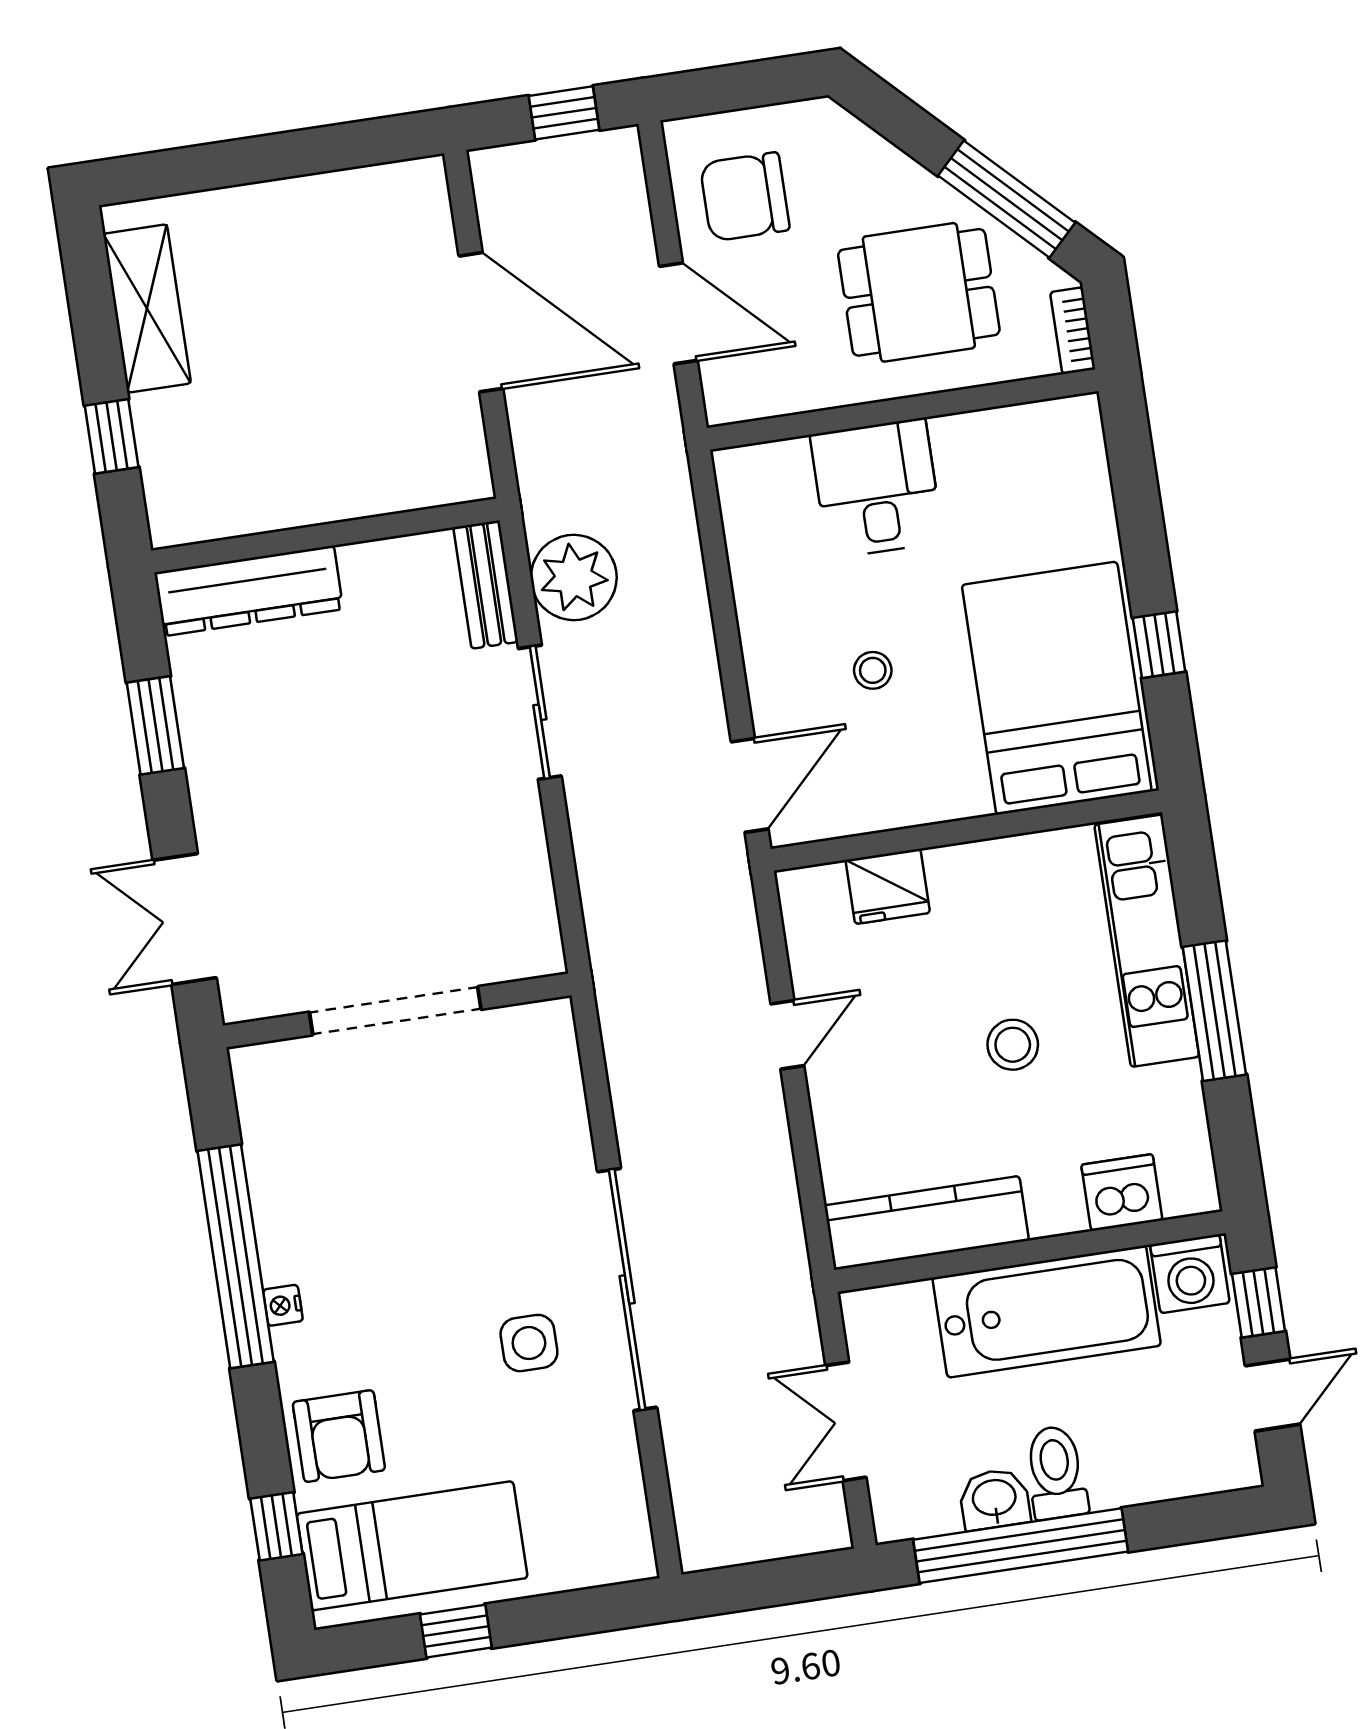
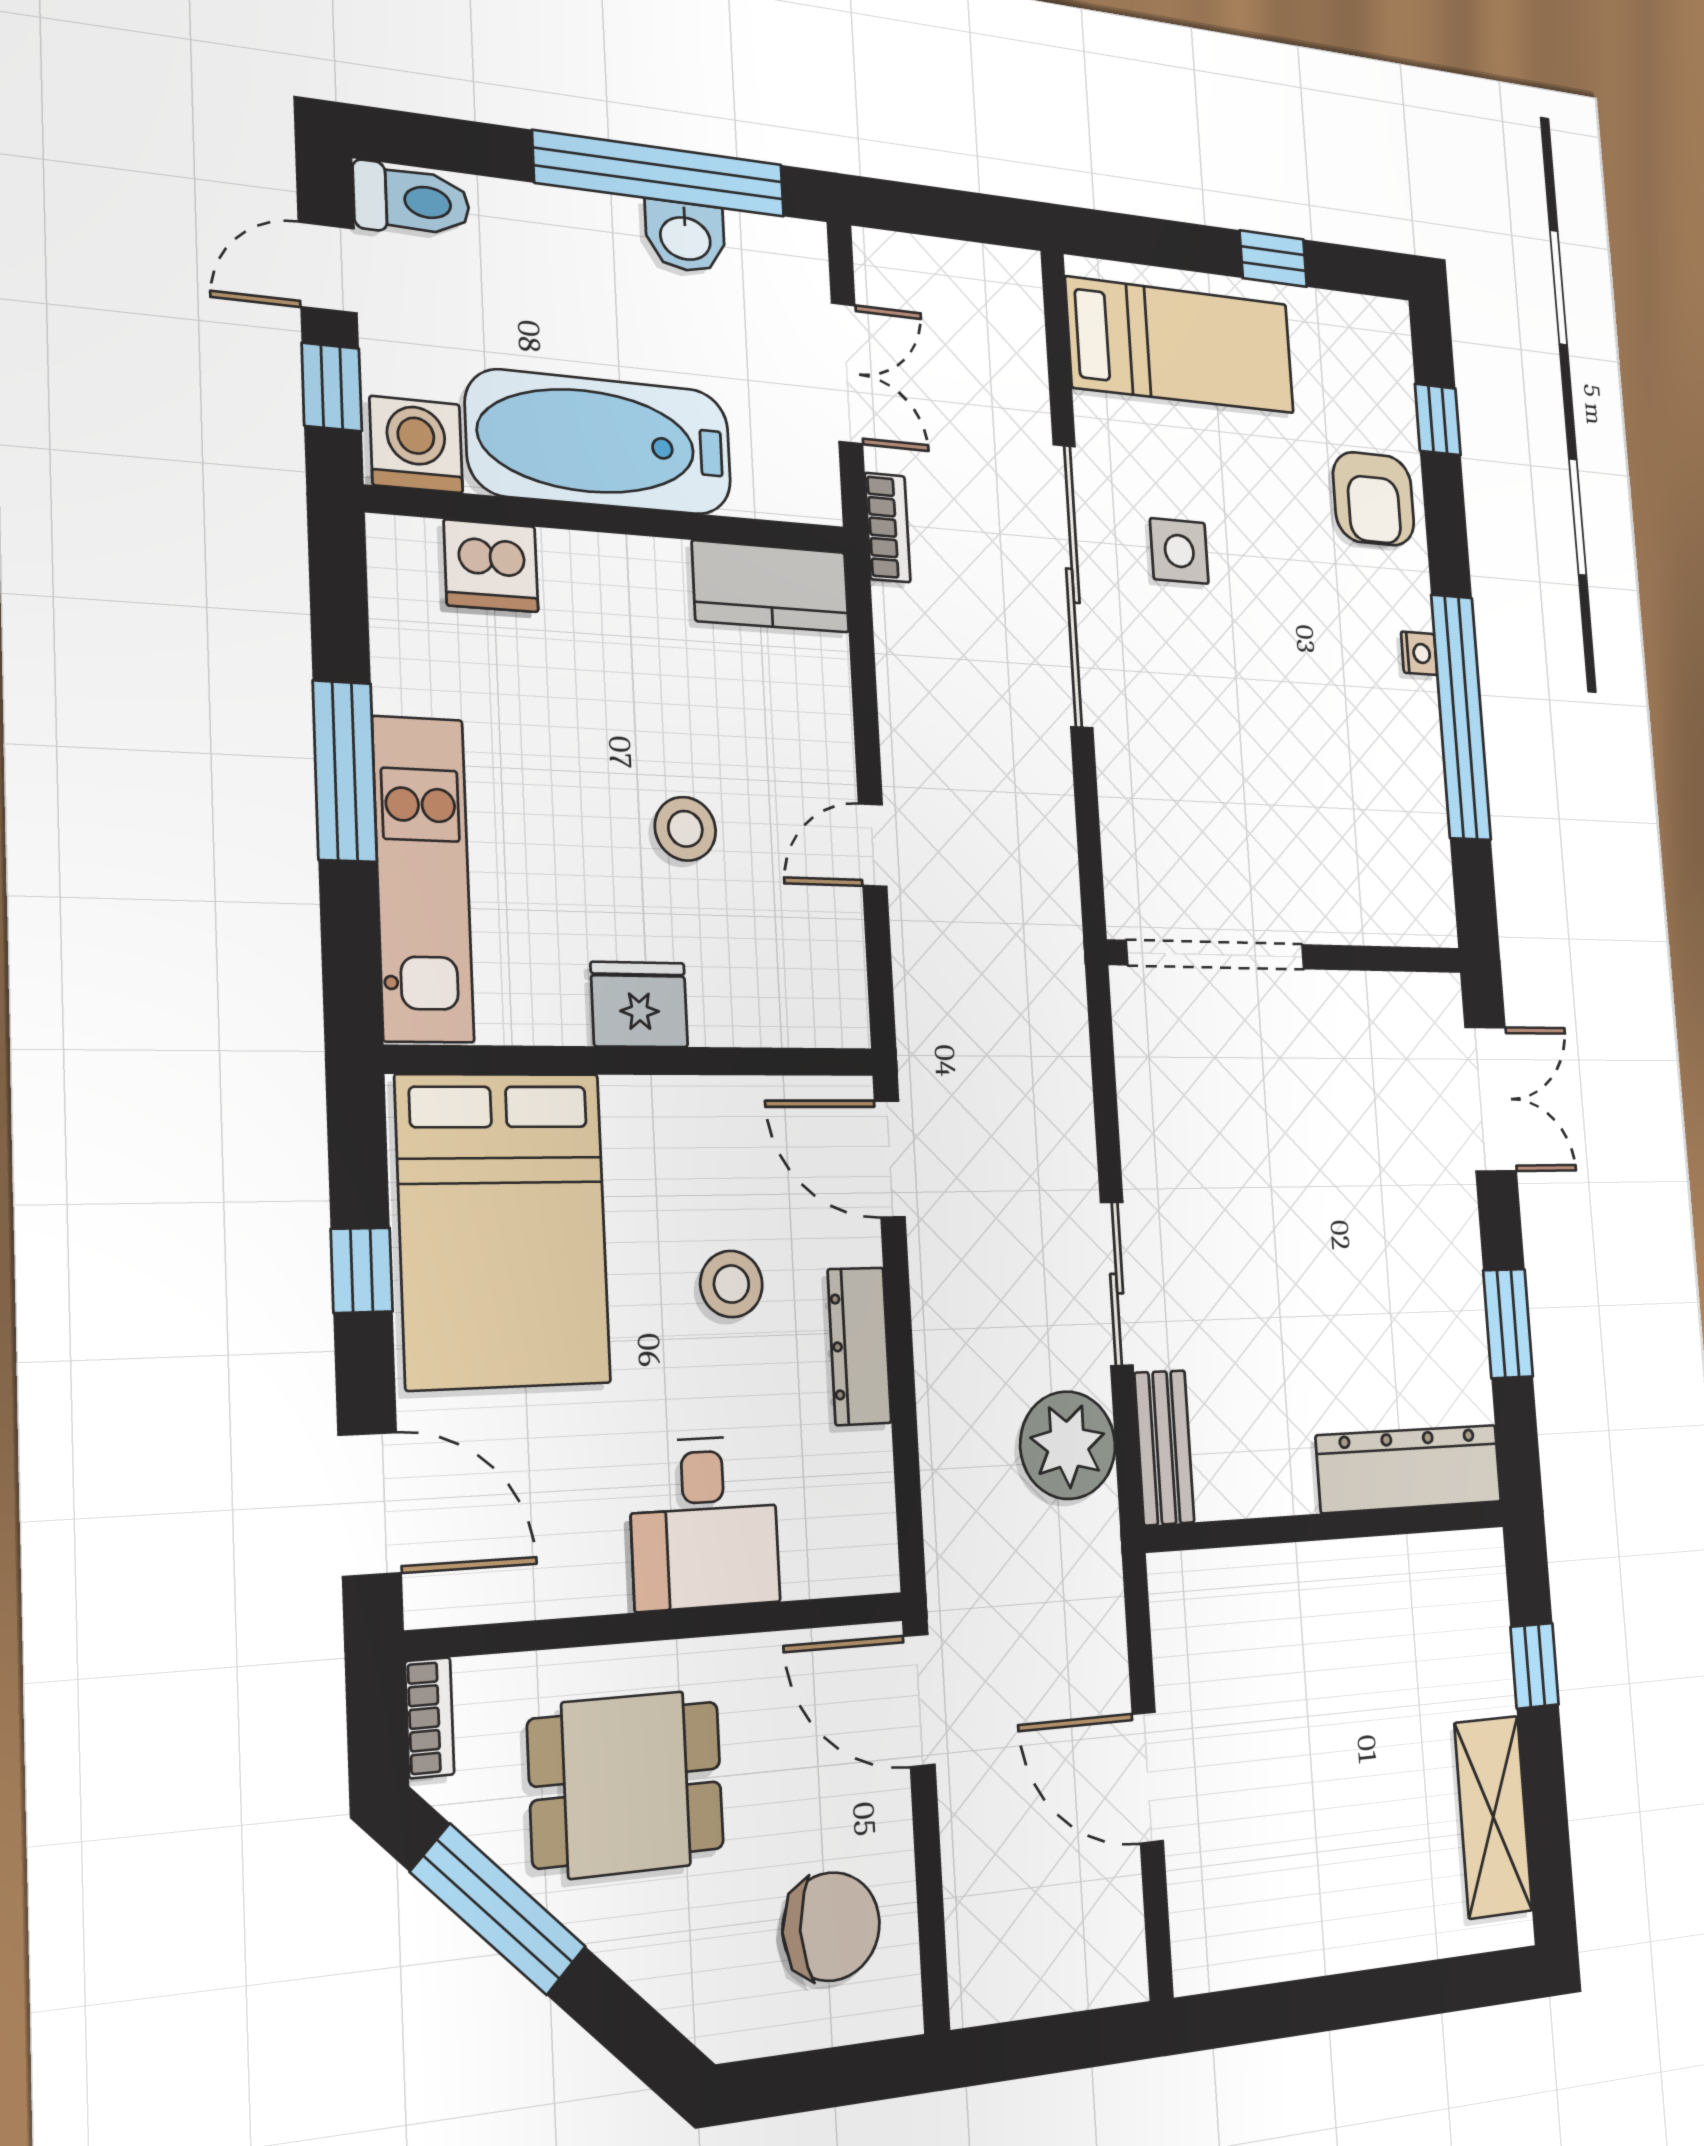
window: (564, 113) -> (1036, 2047), removed
door: (678, 313) -> (919, 1700), moved
door: (481, 322) -> (1148, 1777), width x0.73
door: (1134, 478) -> (370, 1504), added
dresser: (762, 635) -> (859, 1346), added
stool: (873, 670) -> (731, 1284), width x1.37, depth x1.37
door: (750, 785) -> (890, 1159), hinge flipped
fridge: (888, 886) -> (639, 1004), moved
doorway: (395, 1011) -> (1216, 955), moved
stool: (1013, 1045) -> (685, 829), moved
kitchen counter: (927, 1223) -> (771, 587), width x0.67
bookcase: (798, 1300) -> (888, 528), added
armchair: (339, 1436) -> (1374, 499), turned 180
toilet: (1056, 1472) -> (412, 200), moved, turned -90
bed: (412, 1546) -> (1181, 345), moved, turned 180

